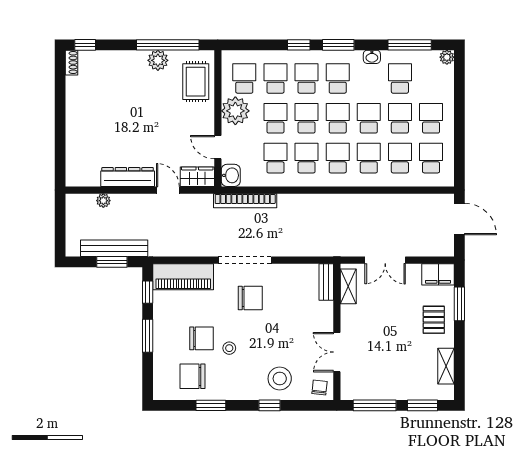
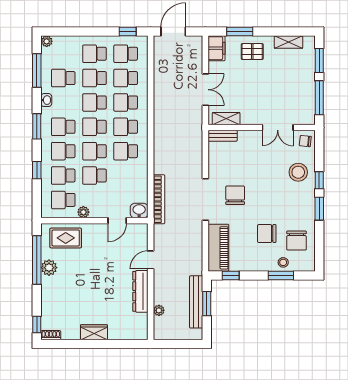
window: (299, 45) -> (37, 170), moved
plant: (235, 111) -> (83, 212), width x0.53, depth x0.53
school desk: (275, 158) -> (126, 176), removed
window: (459, 161) -> (128, 32), added
wardrobe: (197, 177) -> (94, 332), moved, turned 90
window: (148, 336) -> (281, 276), moved
chair: (201, 338) -> (267, 234), turned -90
stool: (229, 348) -> (283, 262), moved
window: (211, 405) -> (319, 209), moved

